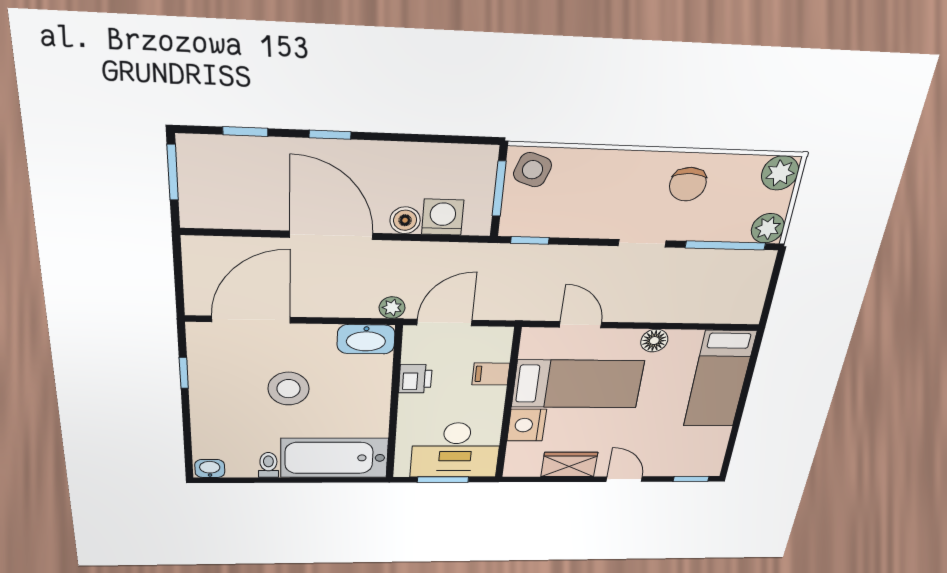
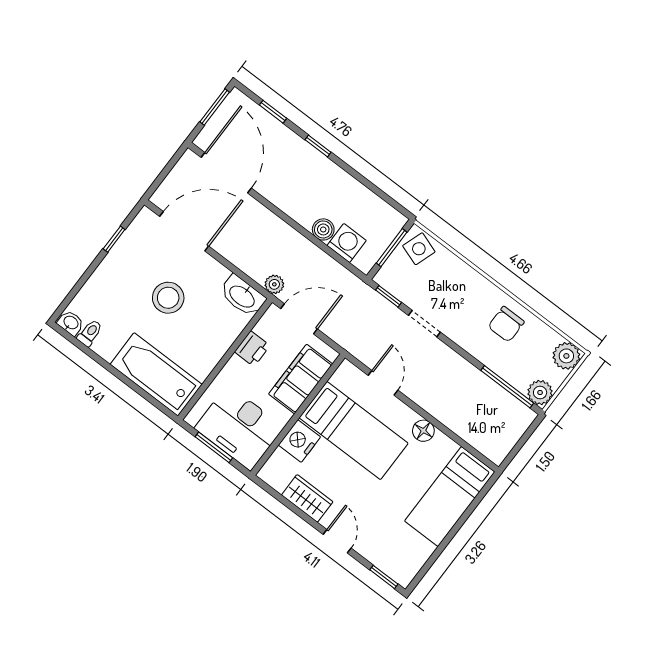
door: (331, 235) -> (226, 173), moved
doorway: (642, 243) -> (424, 324), moved
filing cabinet: (491, 374) -> (301, 379), width x3.00, depth x1.17
toilet: (268, 465) -> (90, 333), moved

